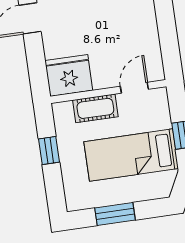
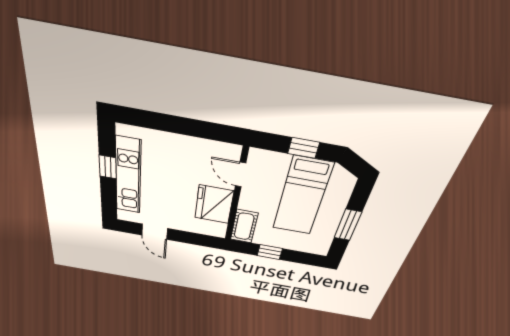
fridge: (69, 75) -> (214, 204), moved
cot: (95, 108) -> (244, 226), moved

